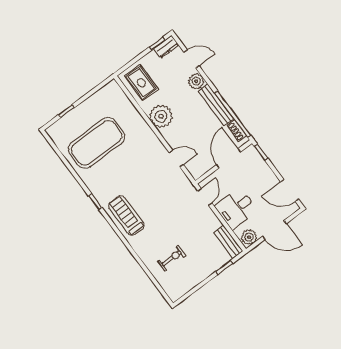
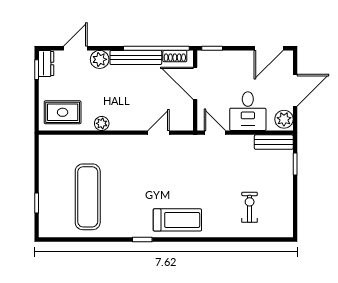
plant: (161, 116) -> (102, 123), width x0.53, depth x0.53
exercise mat: (97, 143) -> (88, 197), width x0.68
treadmill: (126, 216) -> (177, 220), turned 180

